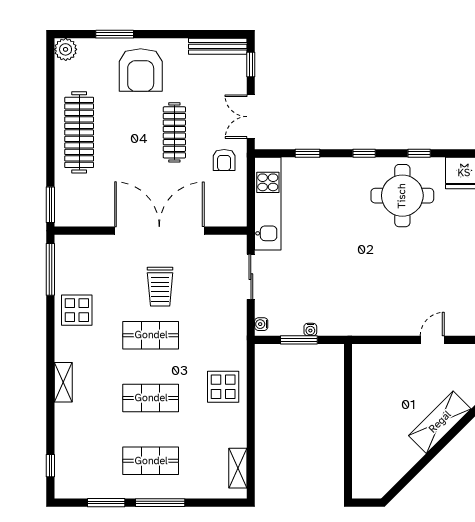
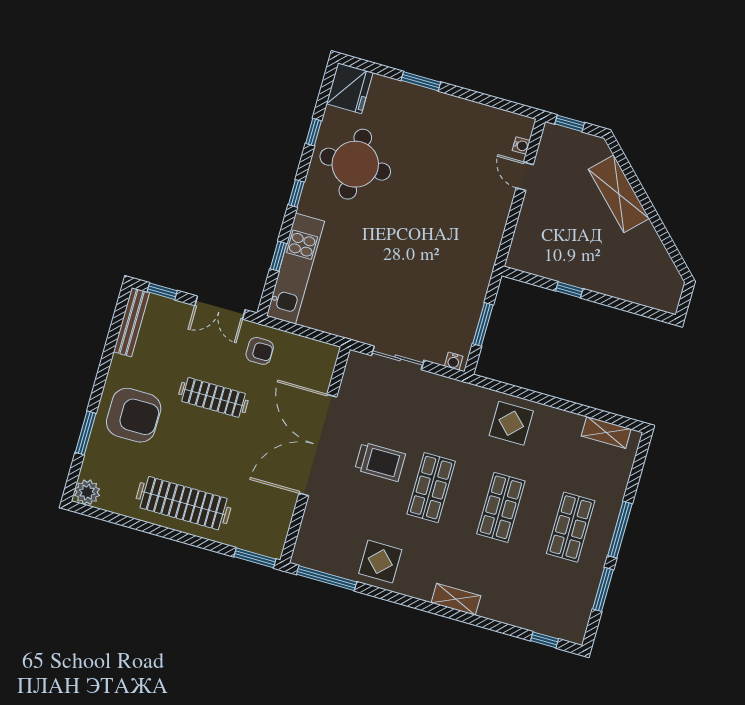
kitchen unit: (268, 204) -> (295, 269), moved, turned 90
water cooler: (310, 330) -> (521, 146), moved
window: (348, 404) -> (569, 290), added

